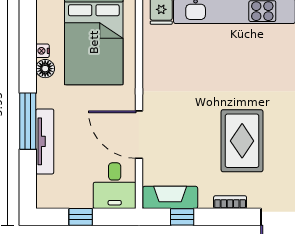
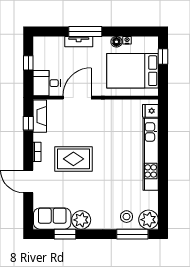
tv unit: (45, 141) -> (79, 42), width x0.71

